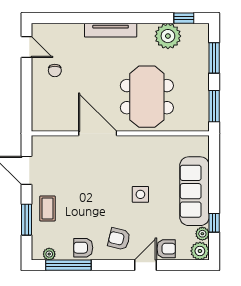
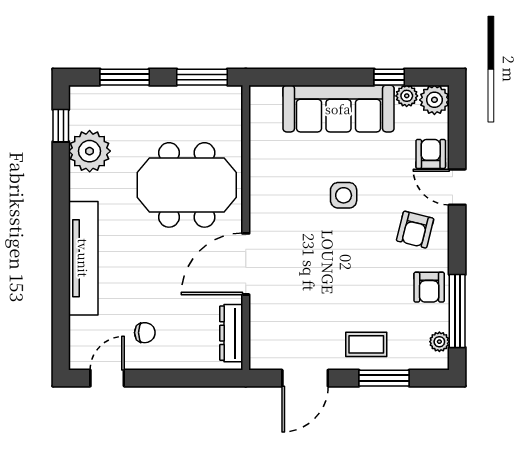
tv unit: (111, 30) -> (83, 258), width x1.36, depth x1.29
dresser: (55, 124) -> (231, 333), added

